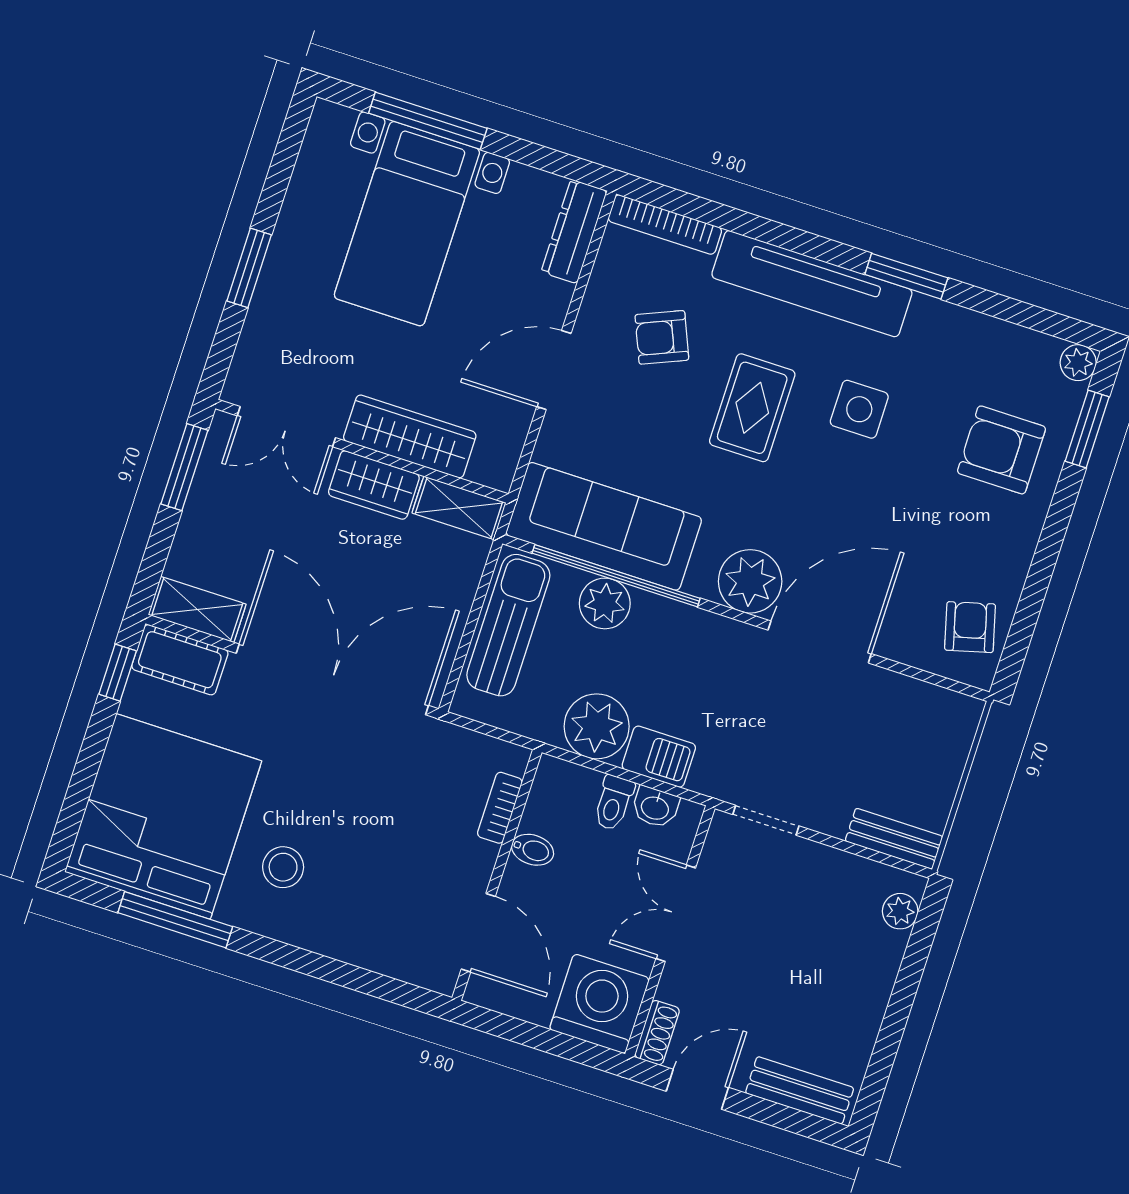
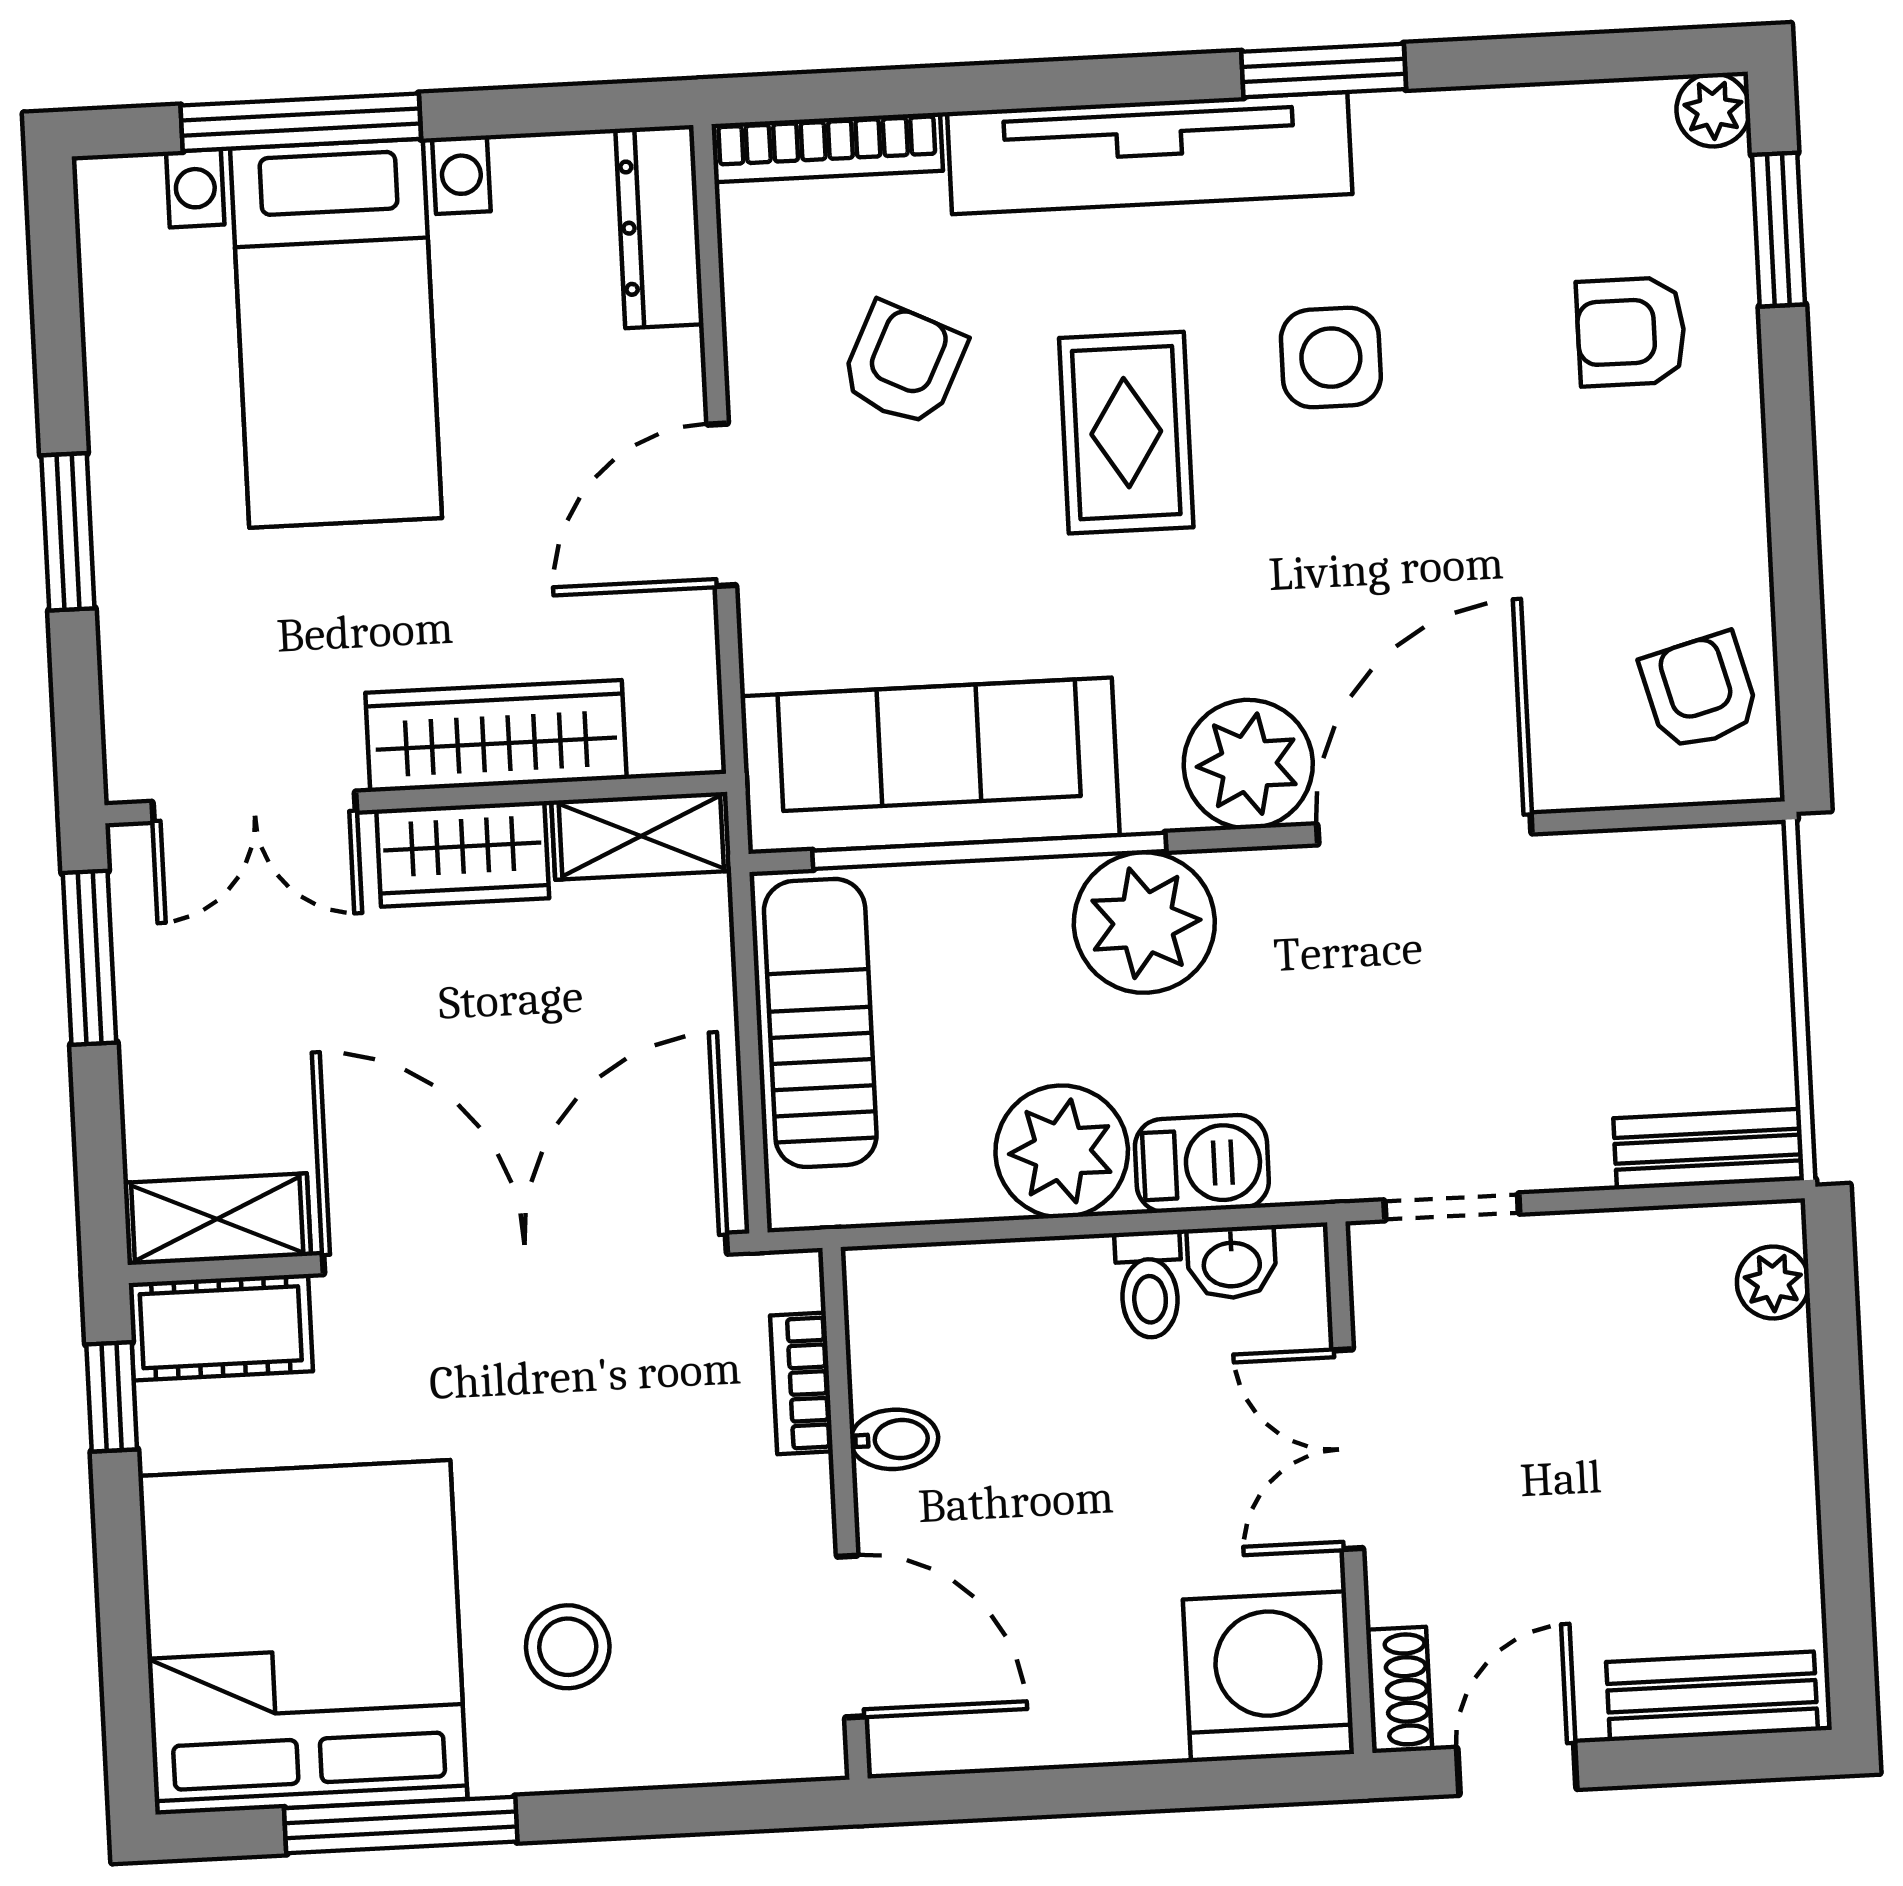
armchair: (662, 337) -> (903, 364), turned 139
armchair: (1002, 450) -> (1631, 332), width x0.72, depth x0.72
plant: (605, 603) -> (1144, 923), moved, width x1.36, depth x1.36
bookcase: (500, 808) -> (802, 1383), moved
bidet: (533, 850) -> (894, 1439), moved
wall: (497, 875) -> (845, 1513), moved
door: (478, 933) -> (851, 1637), moved

